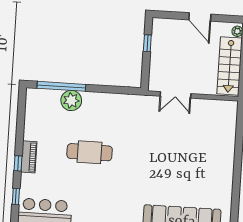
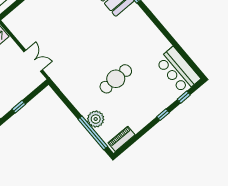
cafe table: (90, 152) -> (116, 79), turned 90
piano: (29, 157) -> (122, 139), moved

